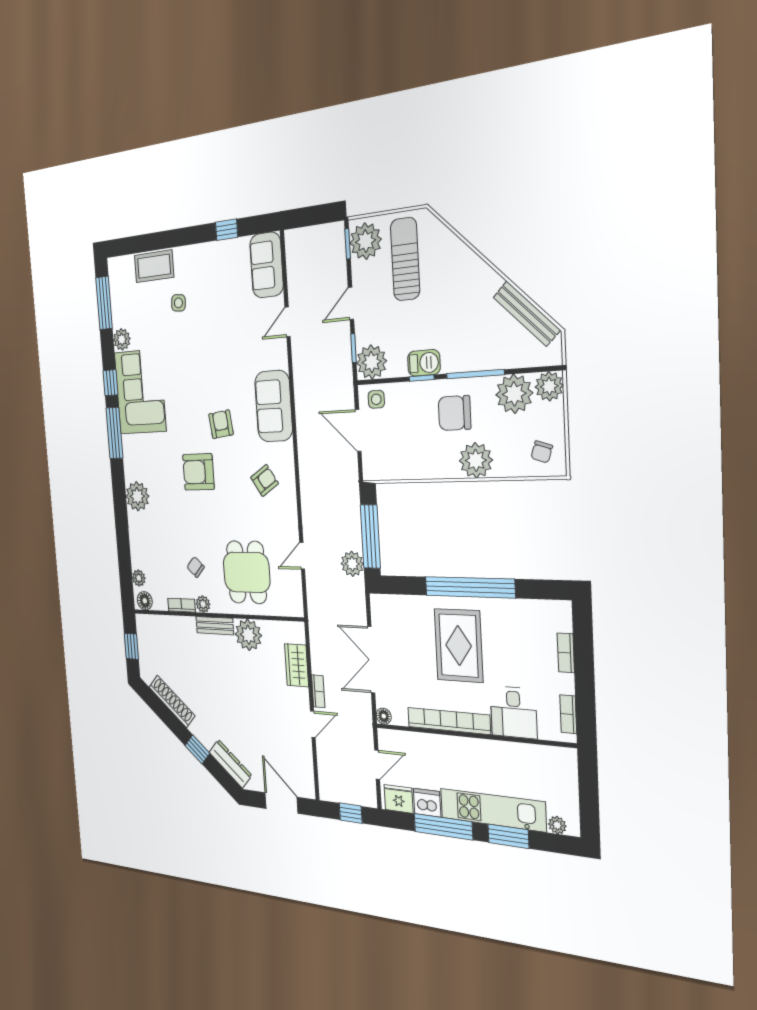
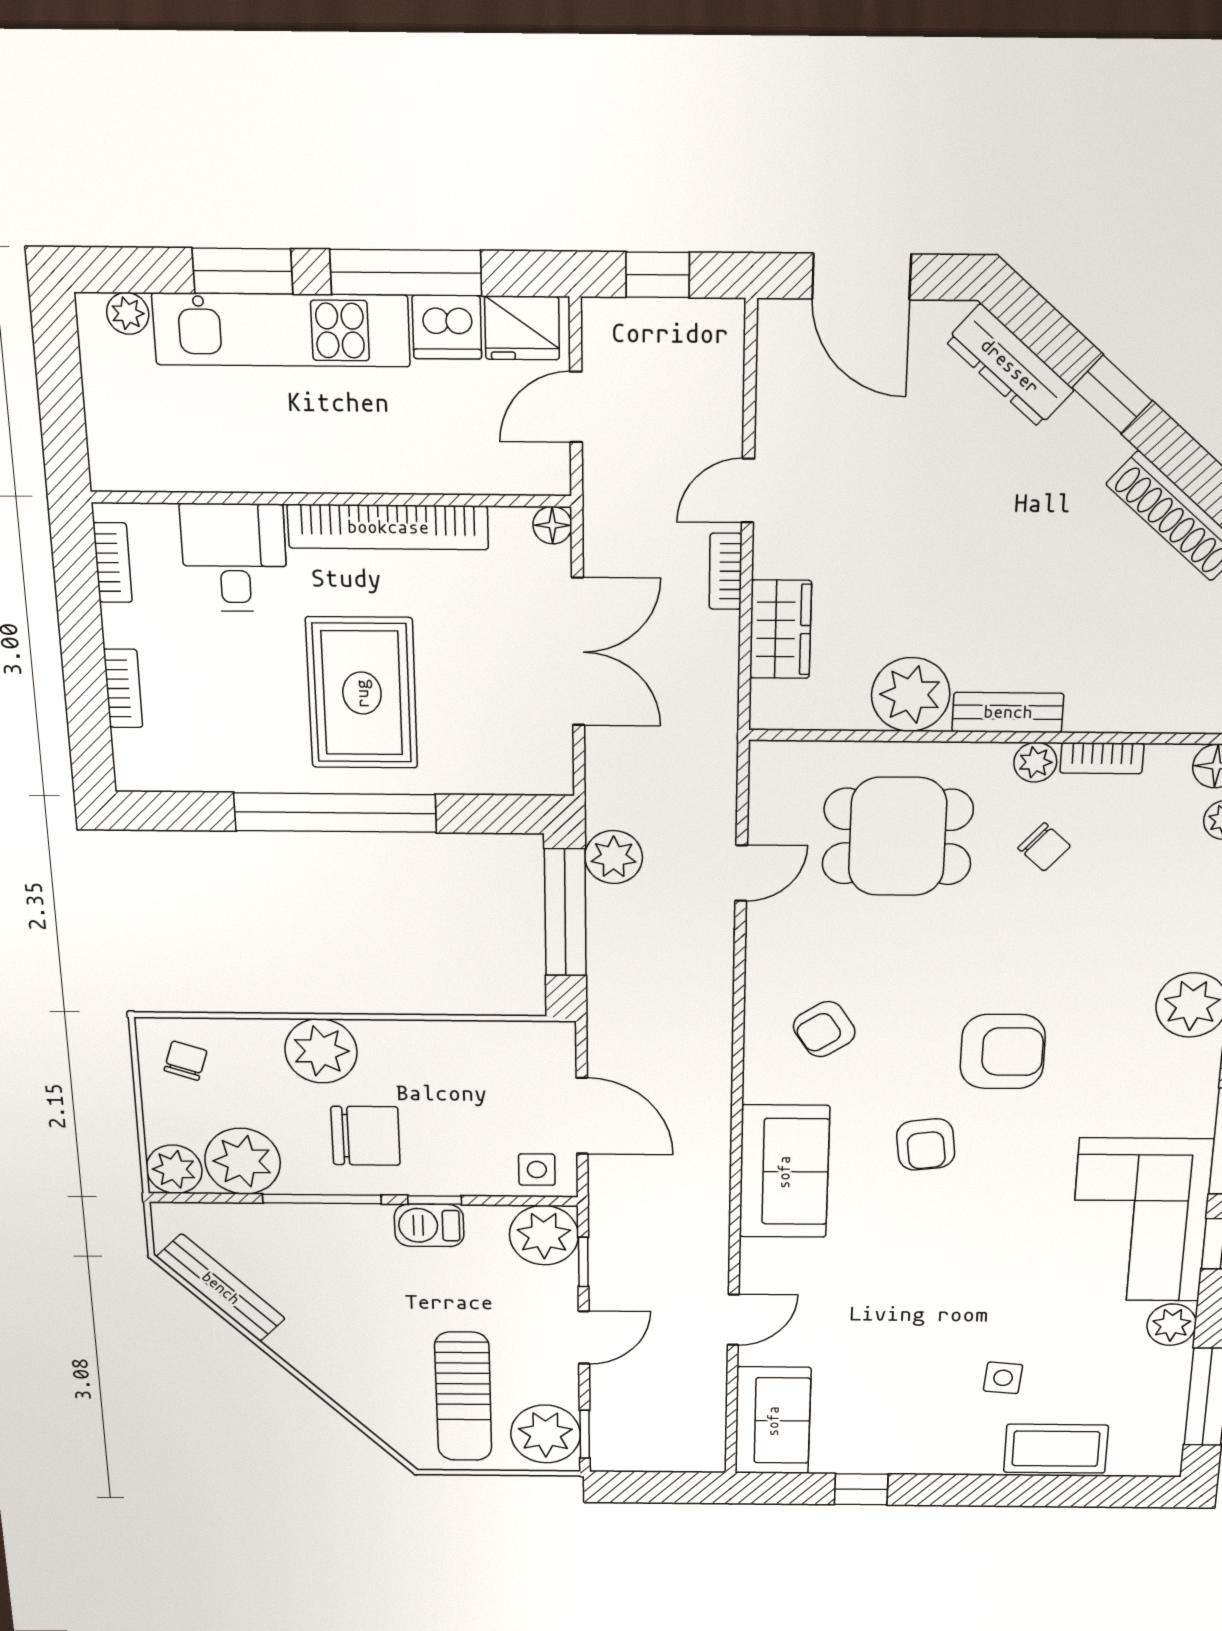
dining table: (247, 572) -> (898, 837), turned 90

